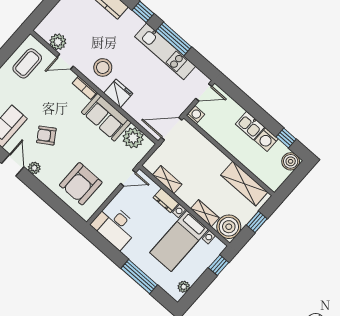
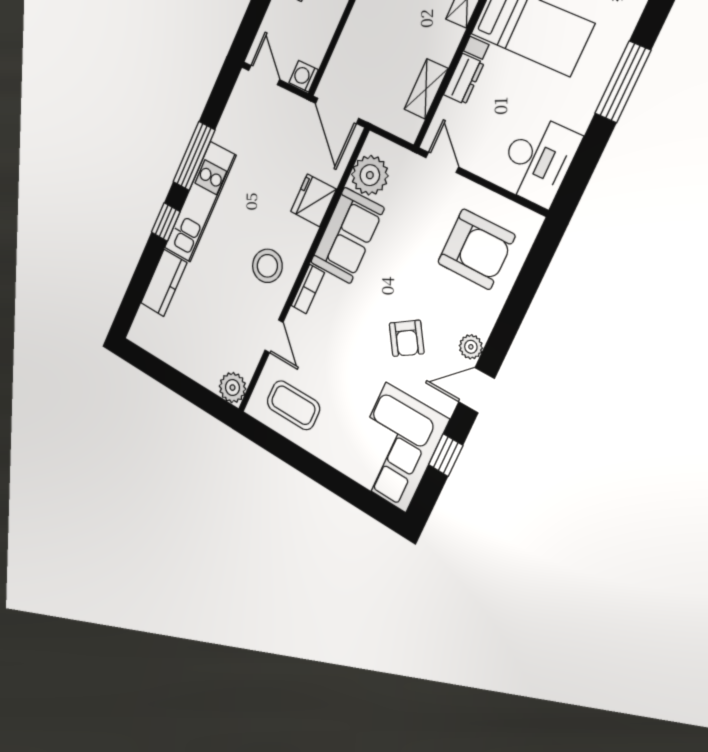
plant: (58, 42) -> (233, 388), moved
kitchen unit: (165, 51) -> (200, 202), moved
fridge: (118, 93) -> (313, 200), moved

